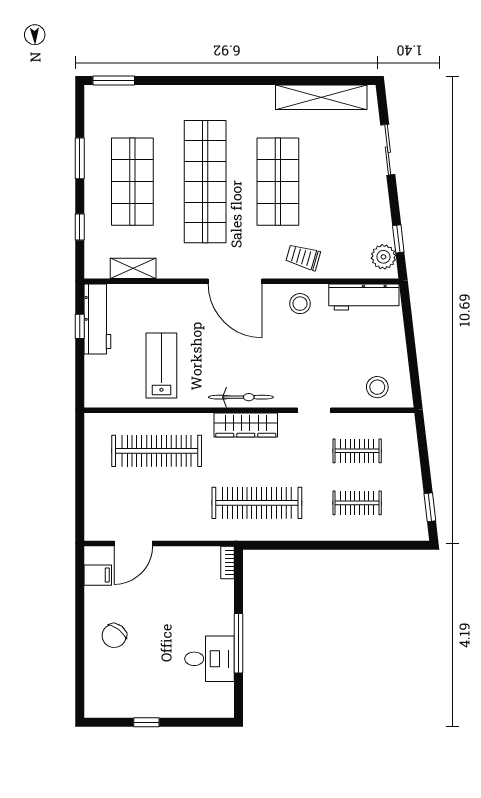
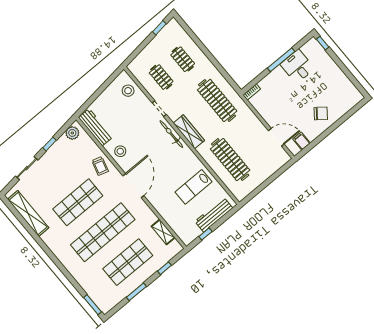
window: (398, 239) -> (50, 144), moved
workbench: (97, 319) -> (214, 215), moved
bicycle: (241, 397) -> (171, 134), moved
window: (146, 722) -> (323, 43), moved

